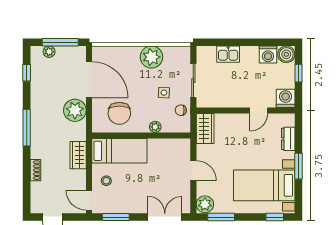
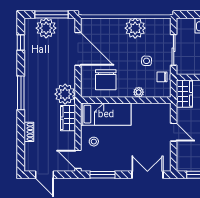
plant: (49, 52) -> (46, 28), width x1.88, depth x1.88
plant: (75, 110) -> (65, 94), moved
plant: (205, 204) -> (184, 163), removed

